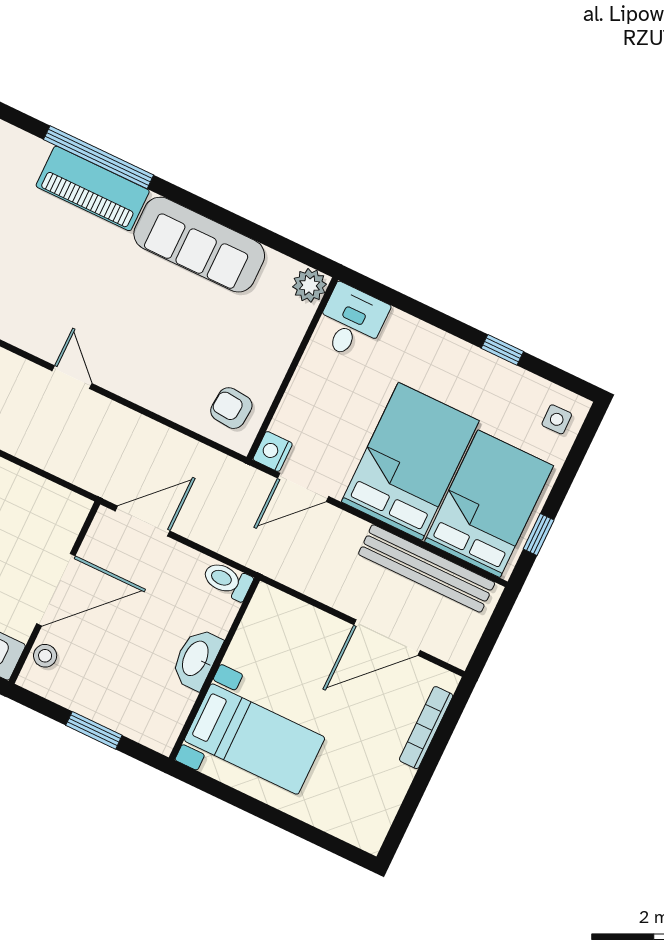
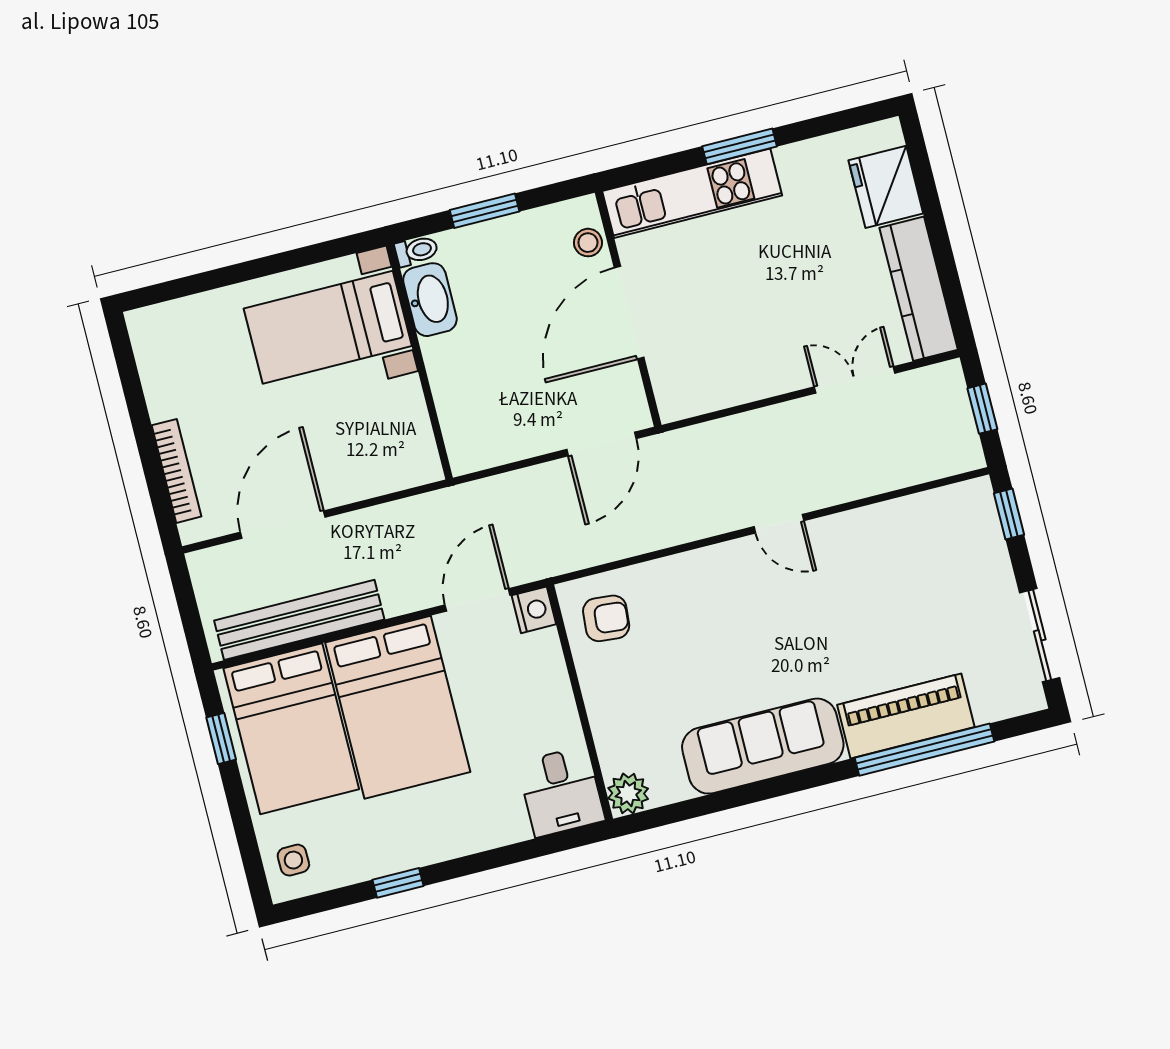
toilet: (227, 581) -> (416, 251), moved, width x0.73, depth x0.72
washbasin: (196, 659) -> (430, 300), moved

